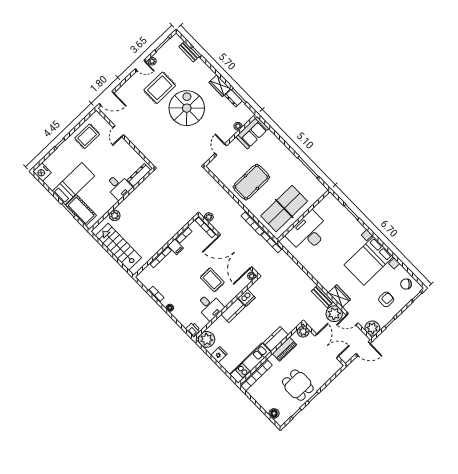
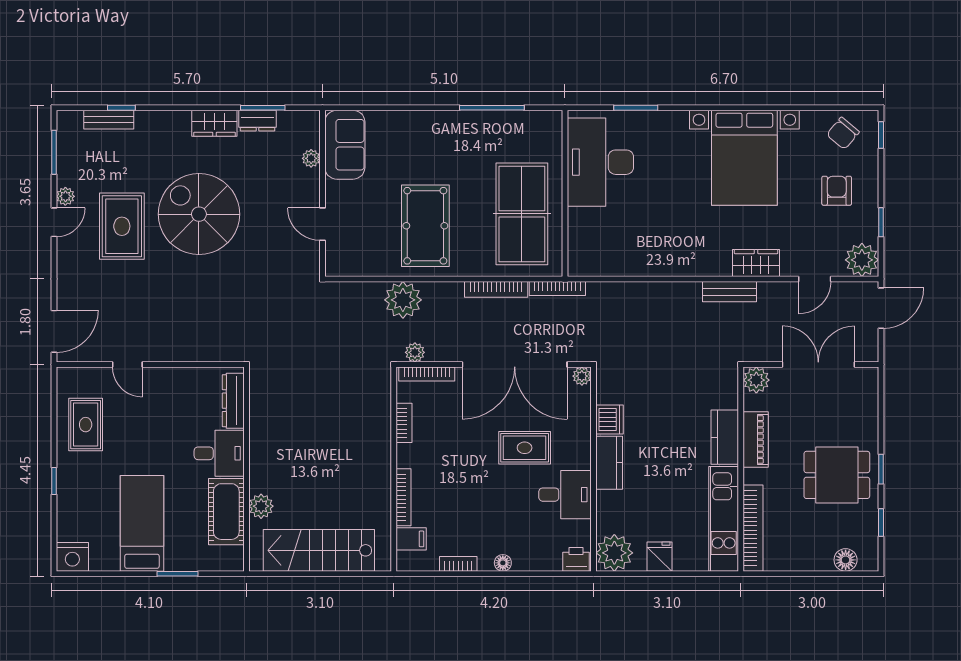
cot: (81, 210) -> (226, 512), moved, turned 90
desk: (308, 233) -> (600, 162), moved
filing cabinet: (176, 247) -> (411, 539), moved
plant: (334, 314) -> (403, 300), moved

